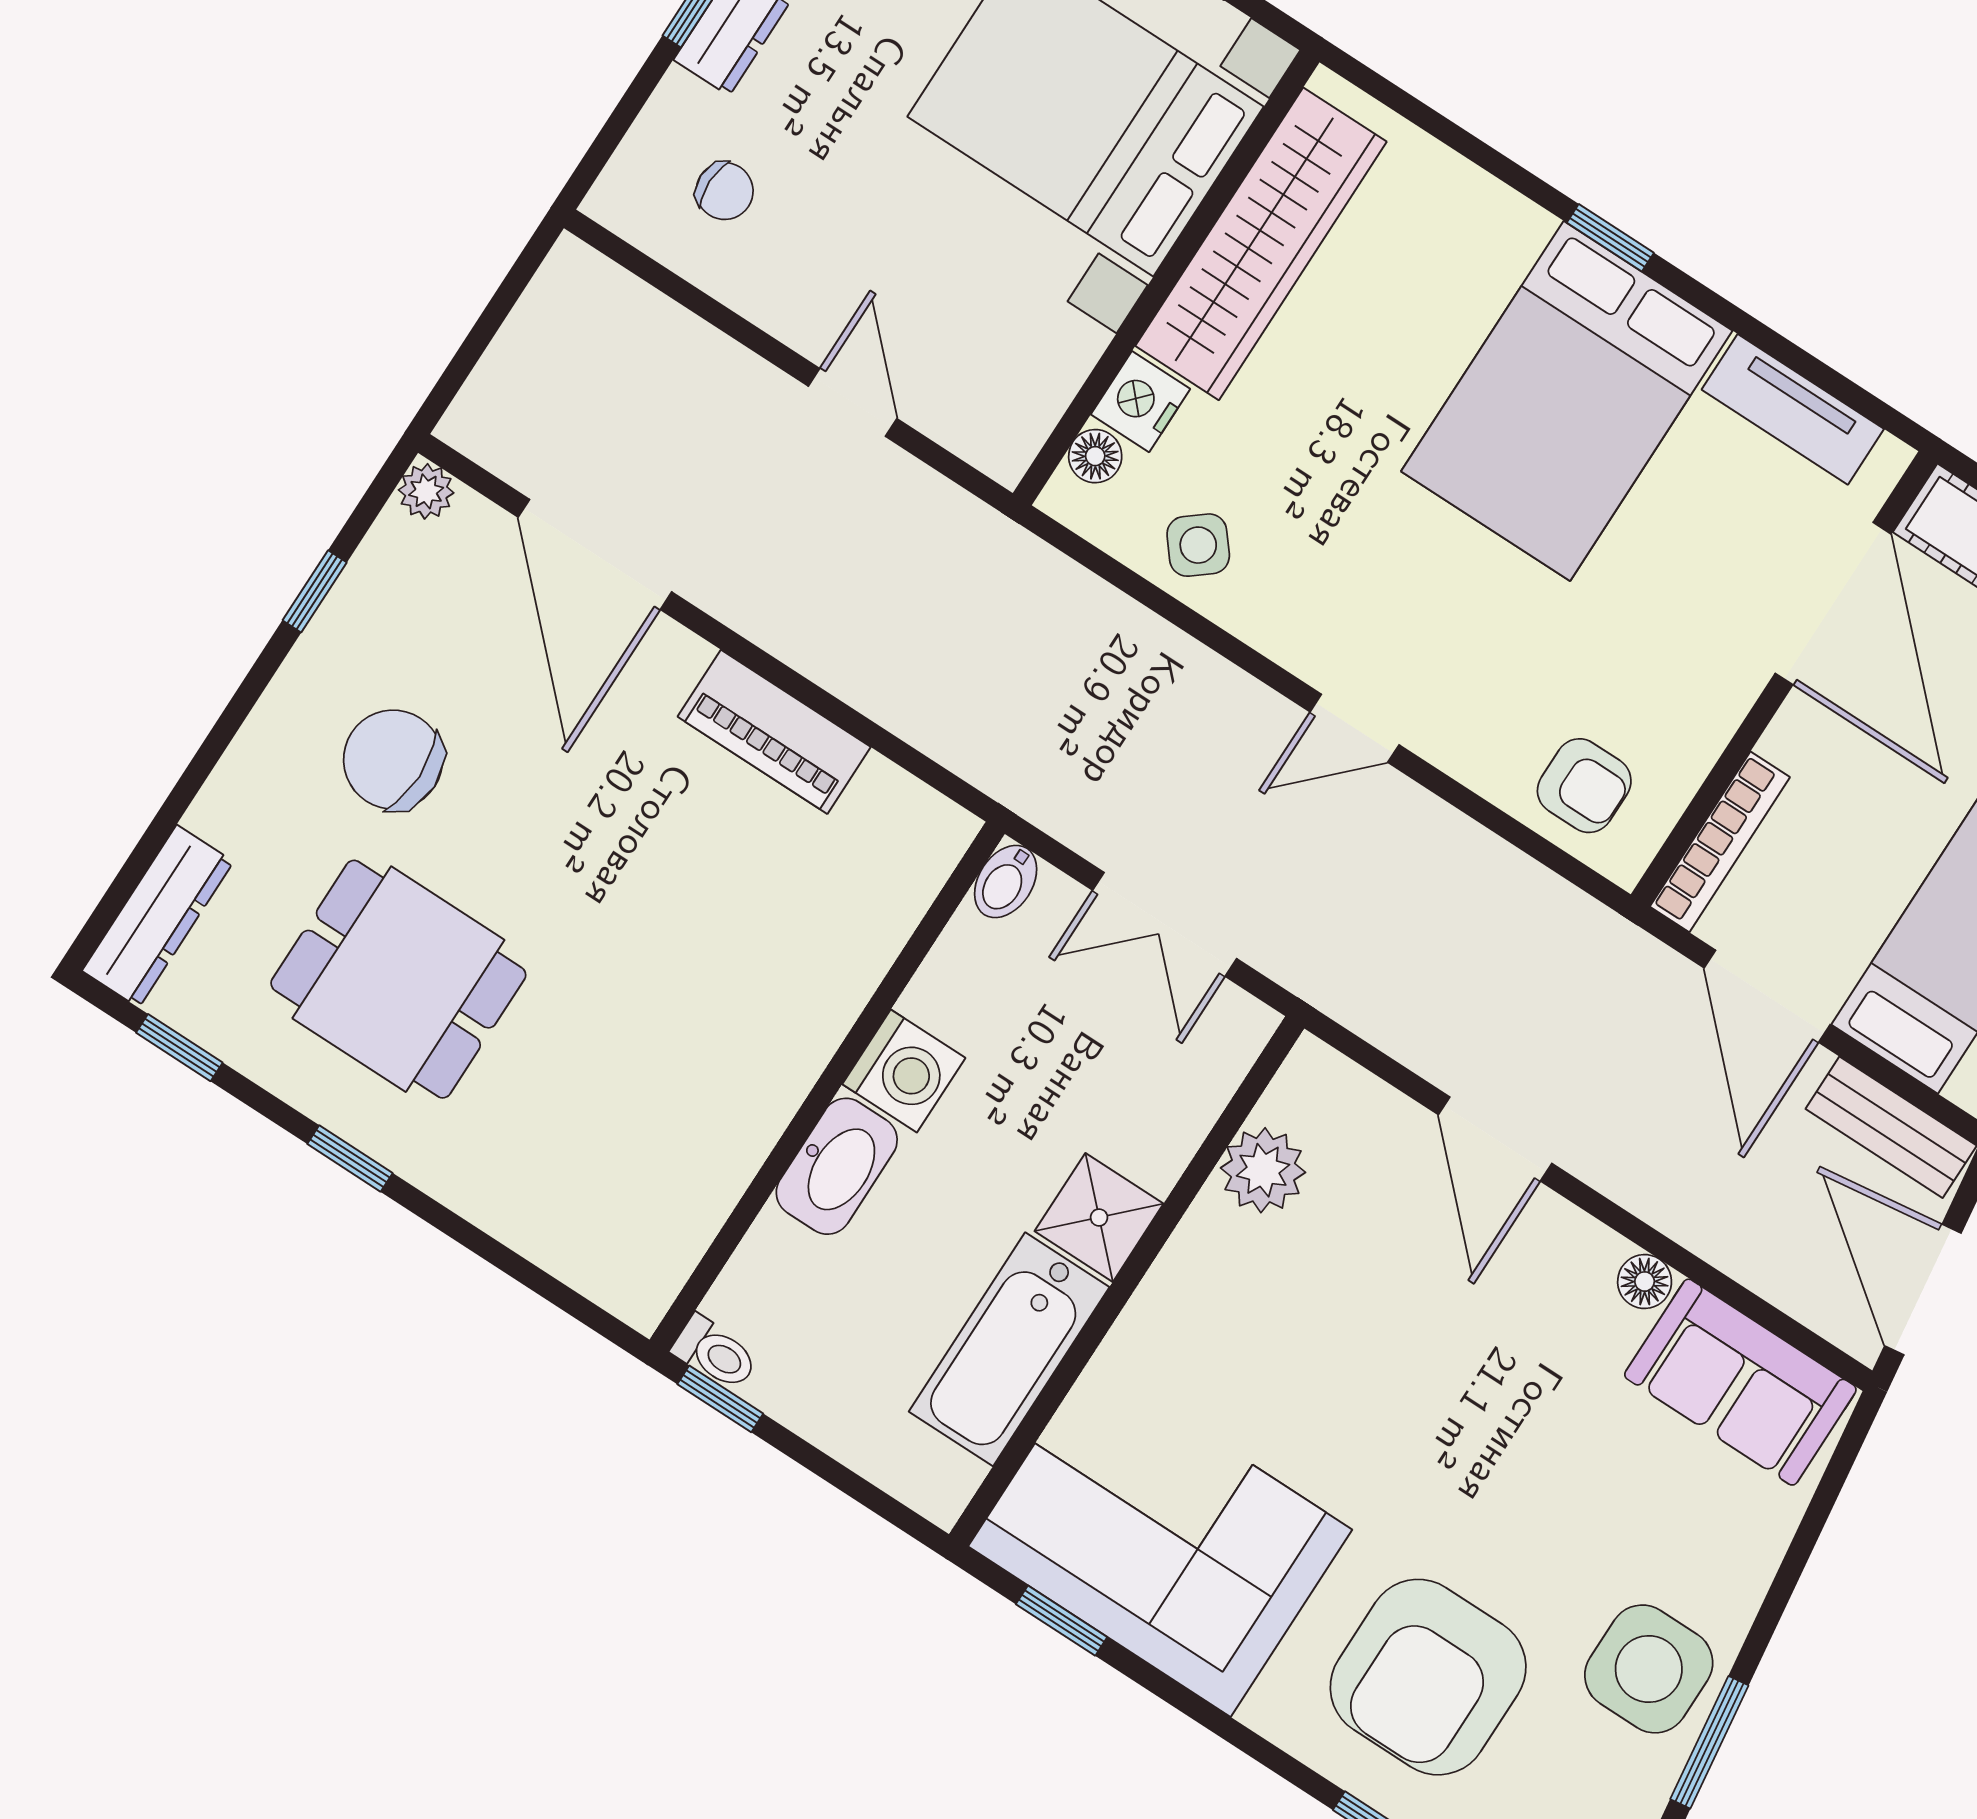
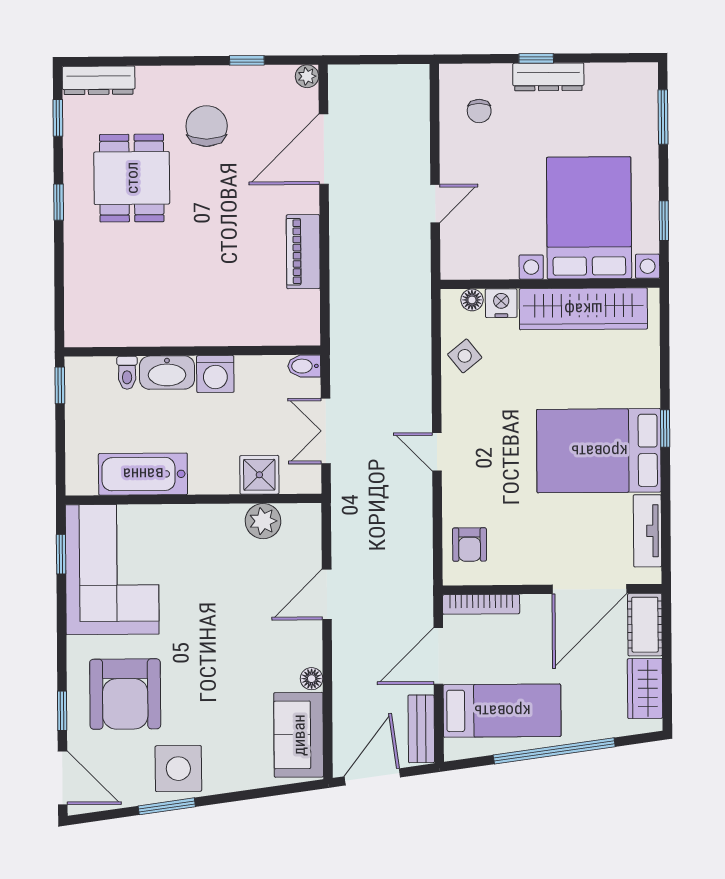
shower: (1099, 1217) -> (259, 475), moved
toilet: (715, 1353) -> (127, 373), moved
armchair: (1428, 1677) -> (125, 694), turned -90

